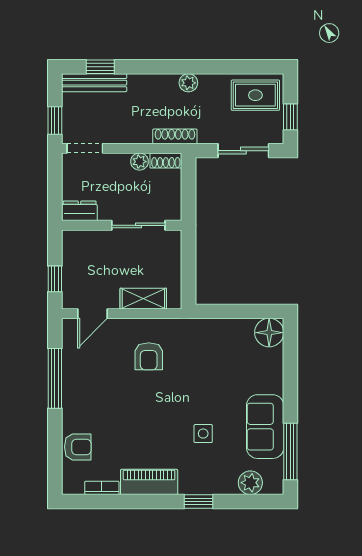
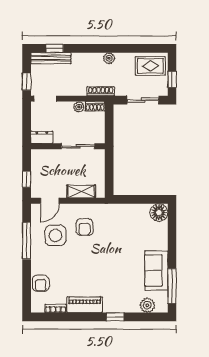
side table: (203, 434) -> (55, 235), moved, width x1.87, depth x1.87
armchair: (78, 447) -> (41, 283), turned 90

